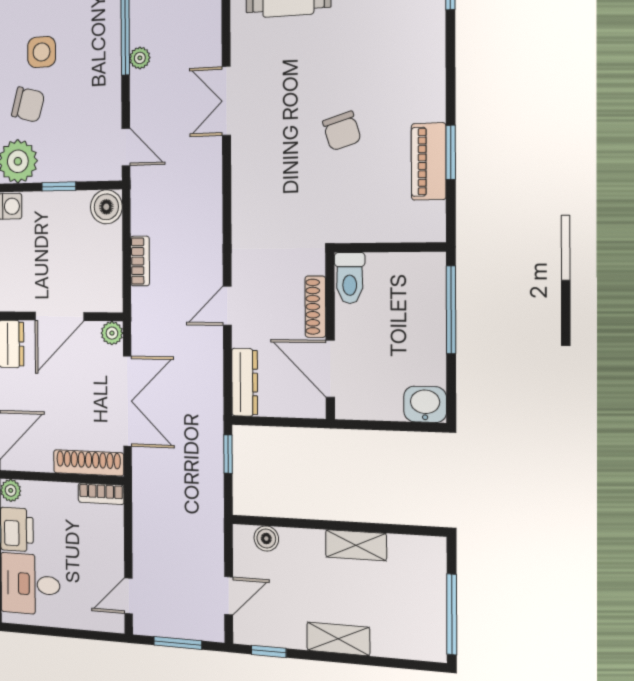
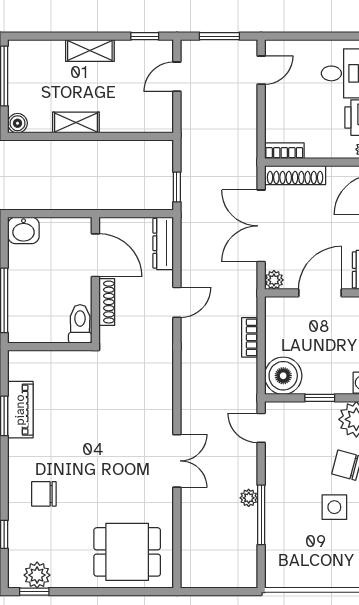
chair: (342, 131) -> (44, 494), moved, turned -73
boiler: (106, 207) -> (283, 376), width x1.37, depth x1.37
boiler: (266, 539) -> (18, 123), moved

